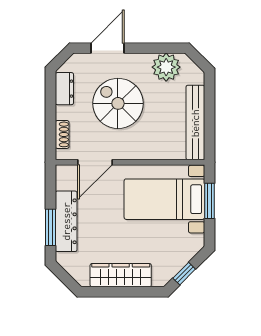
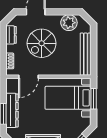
spiral stairs: (118, 103) -> (42, 43), turned -90

